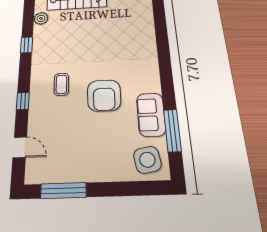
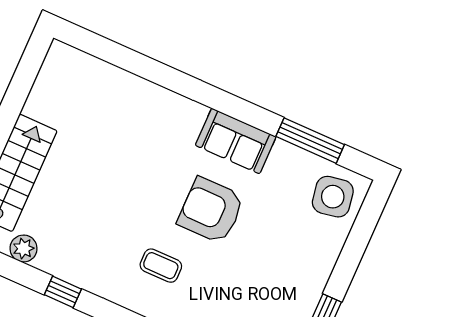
armchair: (104, 95) -> (211, 210), turned 180
sofa: (151, 115) -> (236, 141), moved

